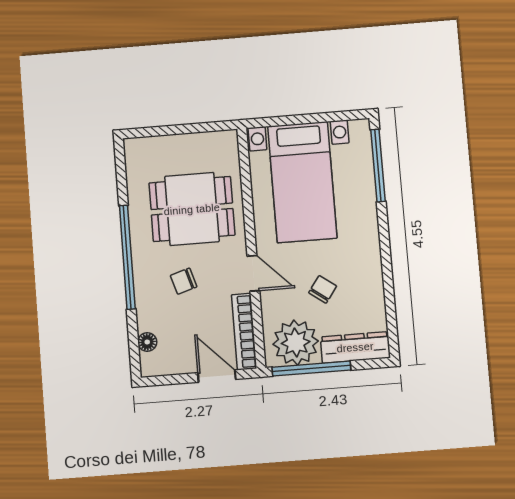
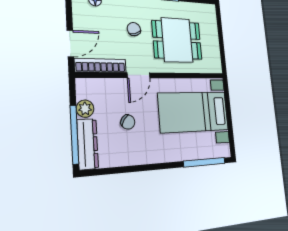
dining table: (192, 209) -> (177, 40), turned 90
plant: (296, 343) -> (85, 109), width x0.53, depth x0.53
window: (311, 369) -> (74, 134), moved

